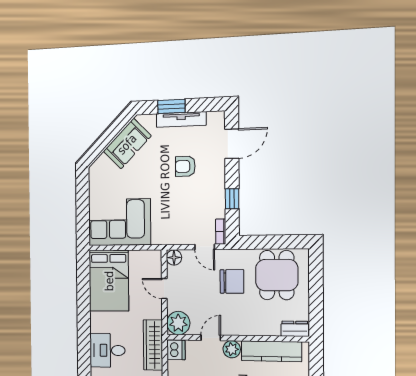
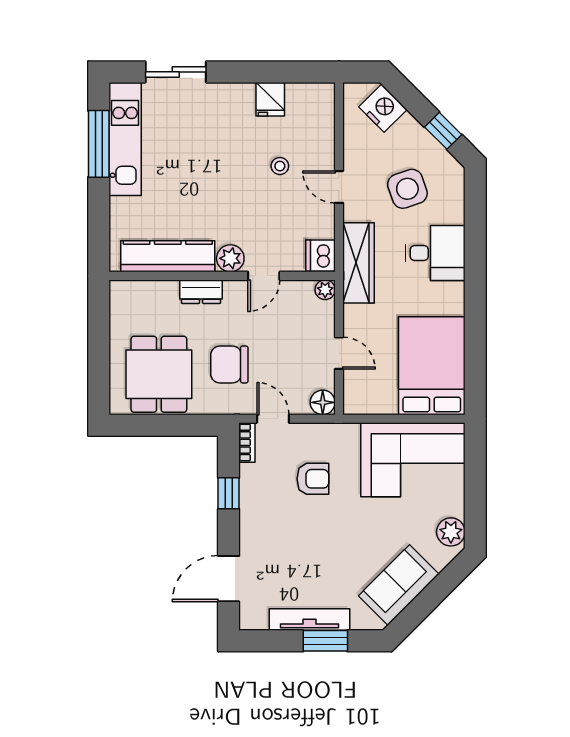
armchair: (185, 166) -> (313, 479), moved
plant: (97, 178) -> (451, 532), added
plant: (178, 323) -> (325, 290), width x0.53, depth x0.53
dresser: (295, 329) -> (201, 292), moved

